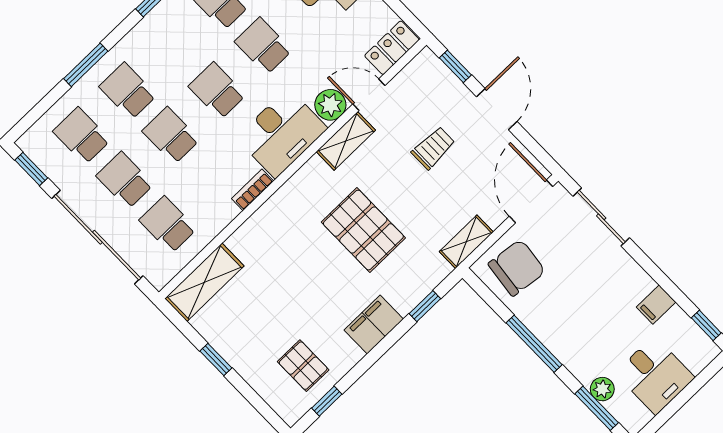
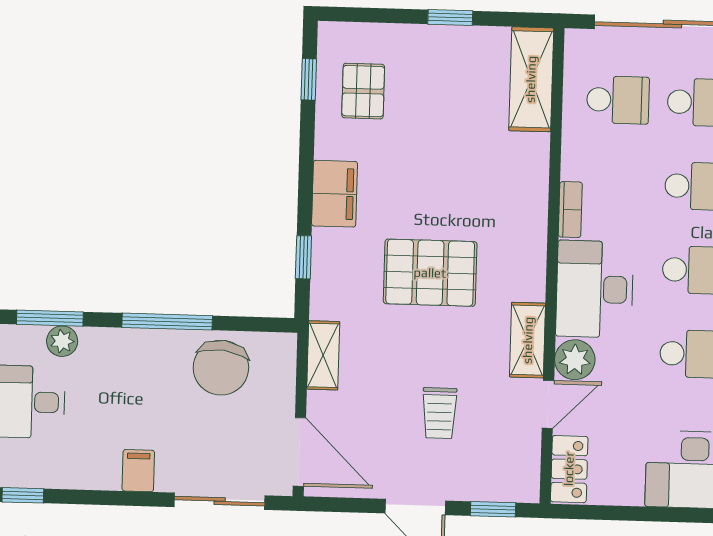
chair: (517, 268) -> (221, 368), moved
filing cabinet: (656, 305) -> (138, 471), moved
pallet: (303, 366) -> (363, 91), turned 90

